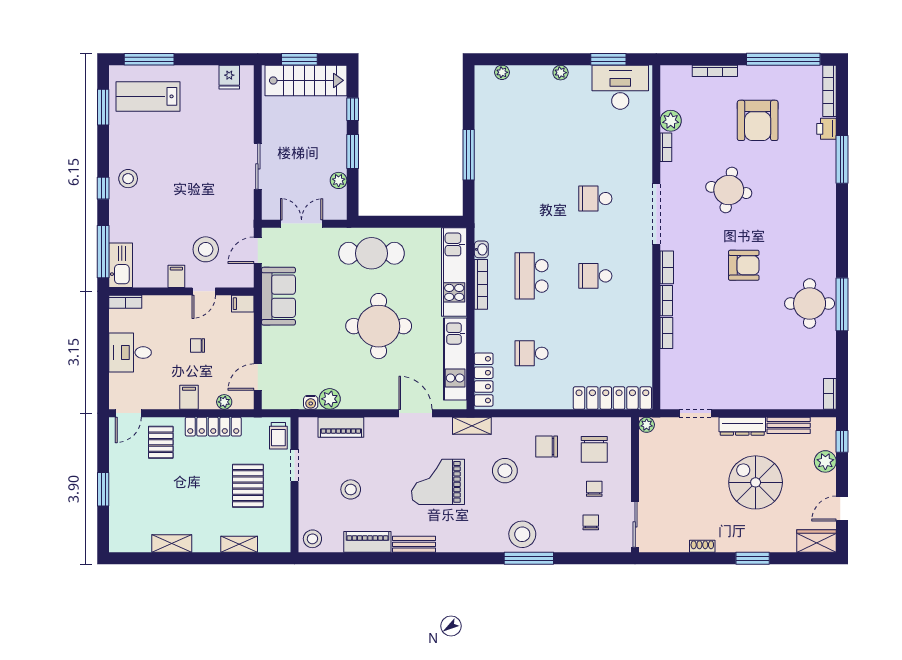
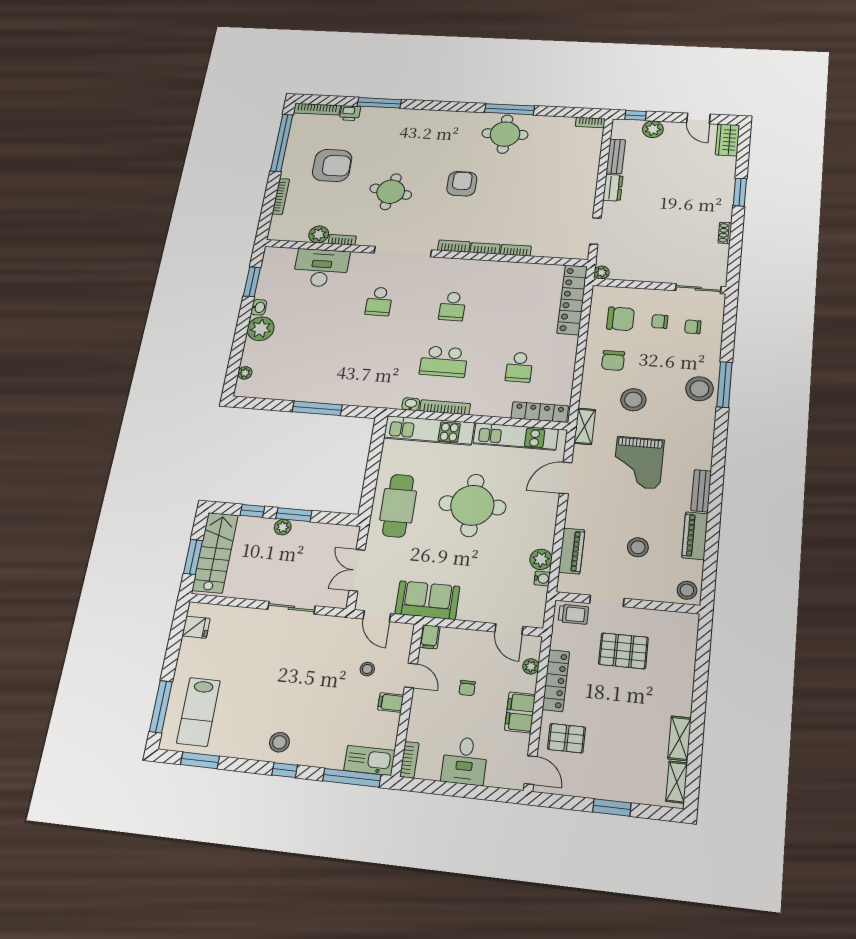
washbasin: (579, 72) -> (259, 307), added
plant: (561, 73) -> (261, 329), width x1.87, depth x1.87
desk: (620, 87) -> (321, 268), moved, turned 90
plant: (339, 180) -> (283, 527), moved
stool: (206, 249) -> (367, 669), width x0.53, depth x0.53
filing cabinet: (189, 397) -> (520, 712), width x2.00
dresser: (742, 426) -> (613, 188), width x0.70
spiral stairs: (756, 482) -> (667, 186), removed
shelving: (239, 544) -> (677, 782), moved

